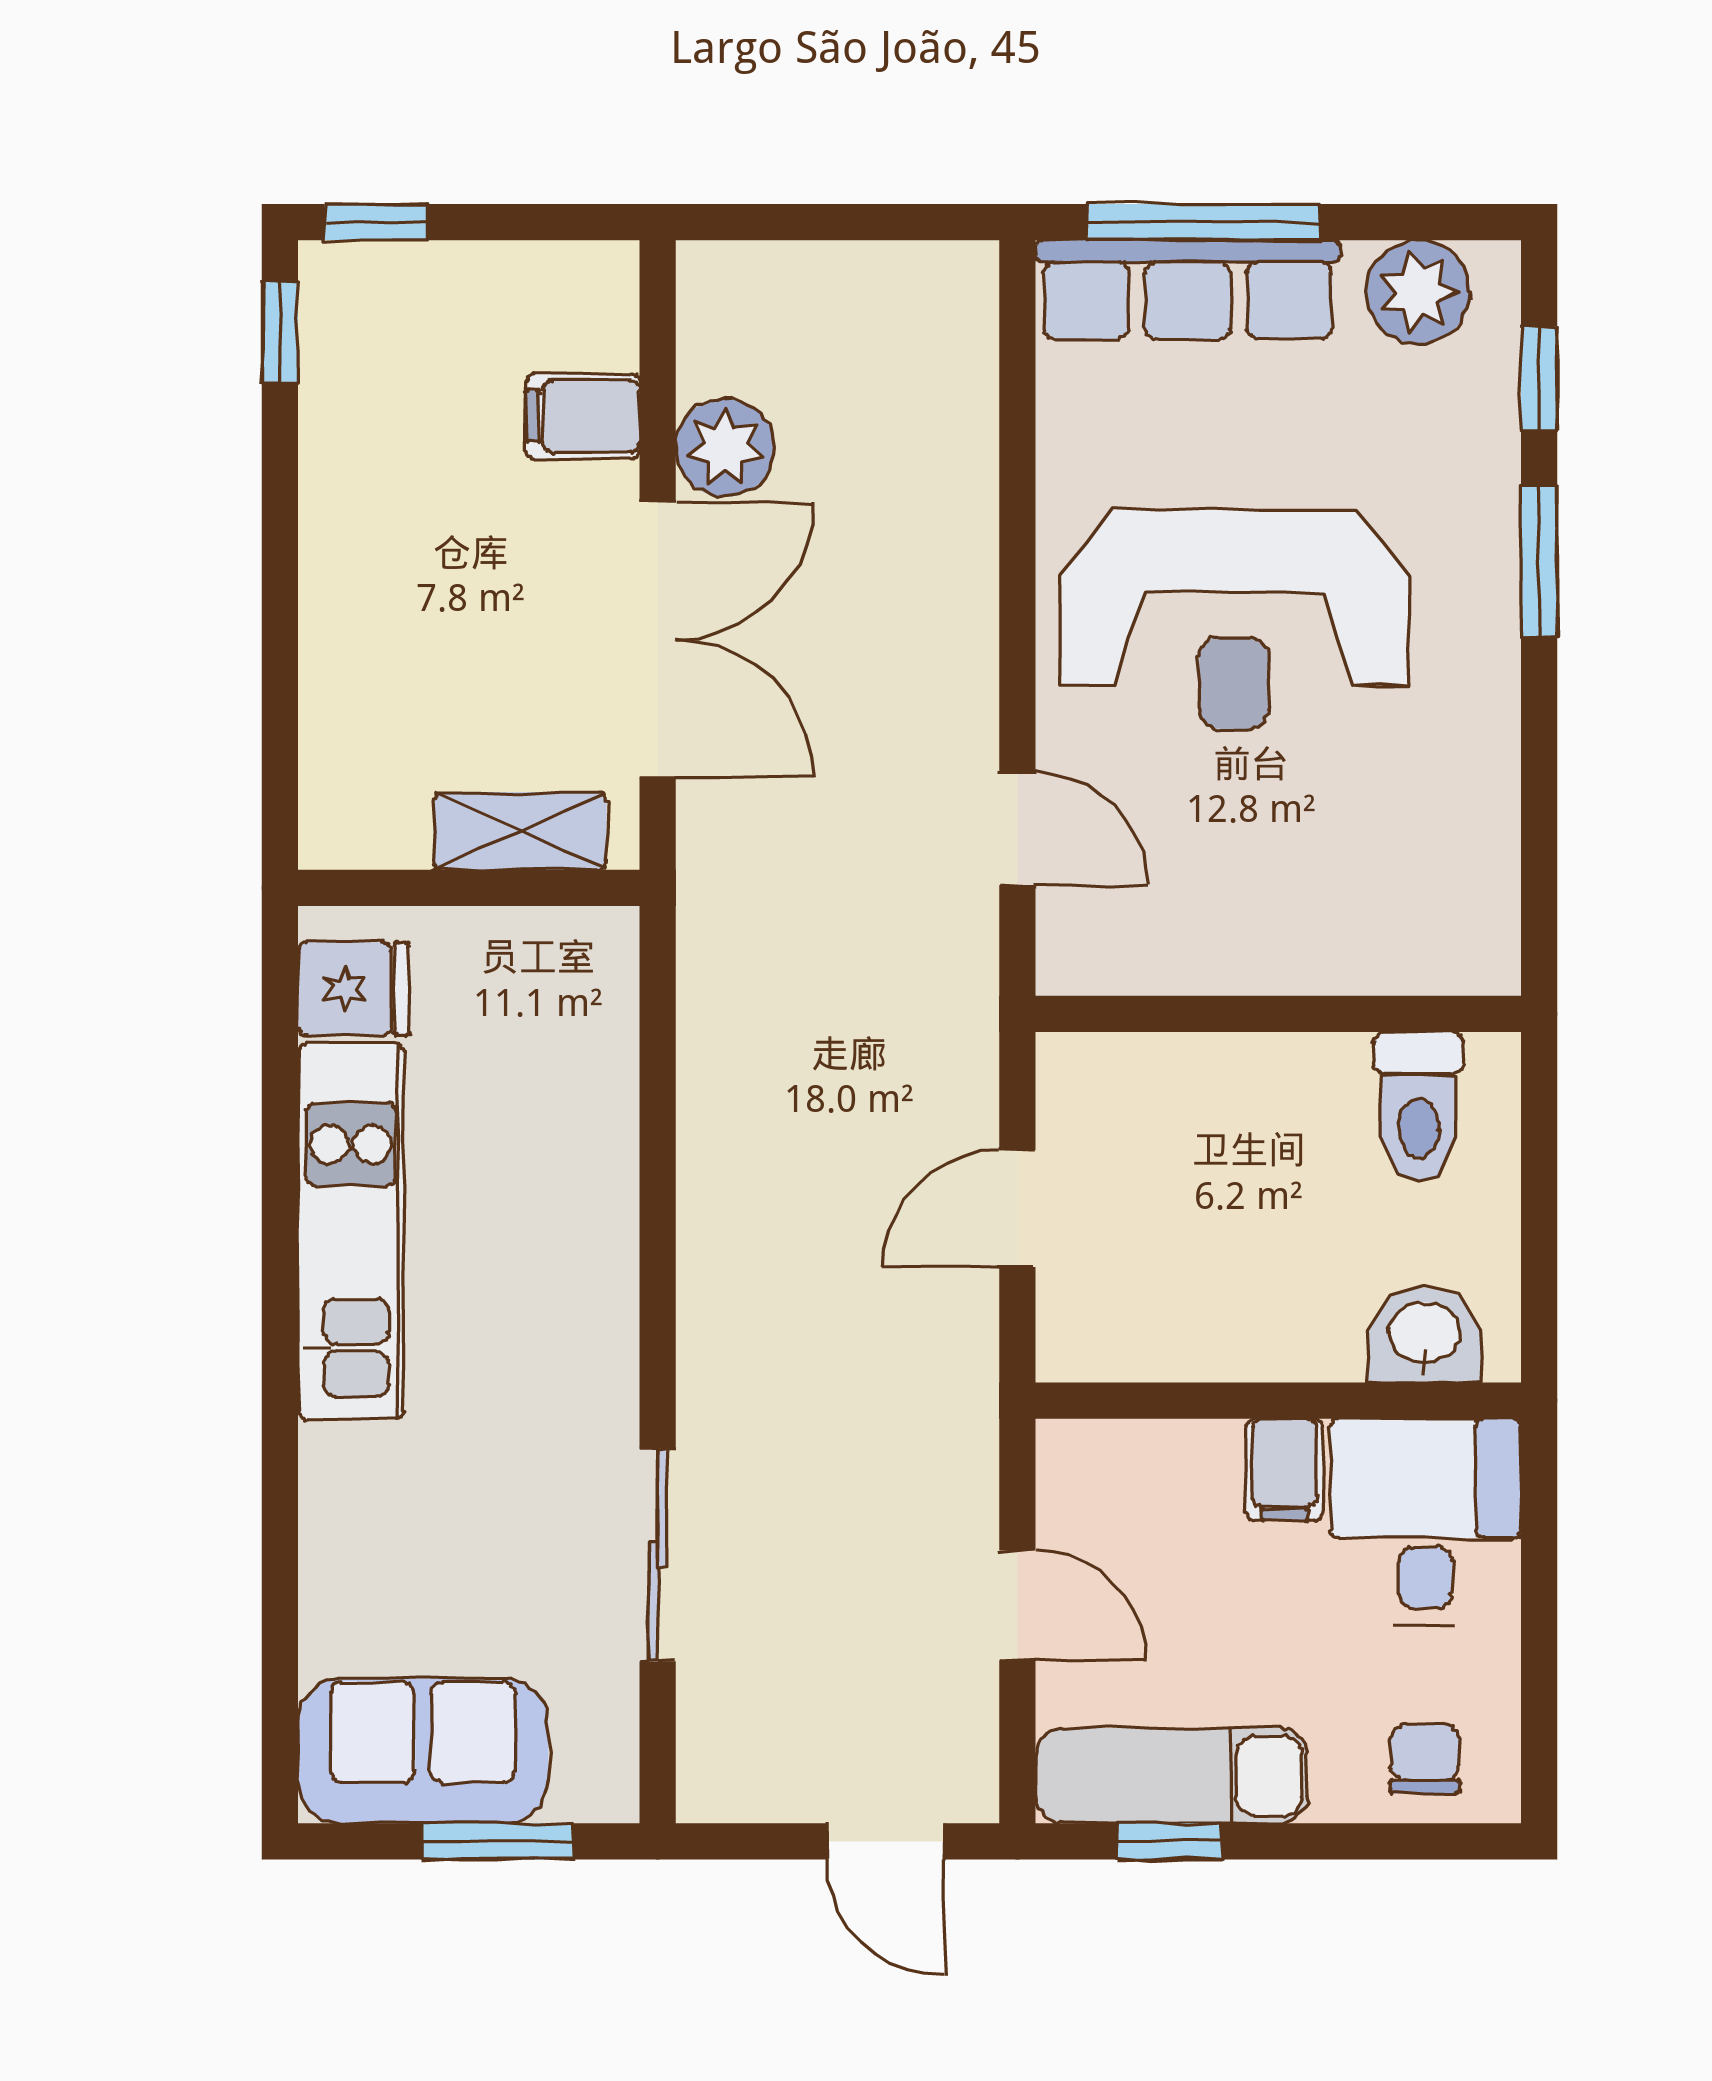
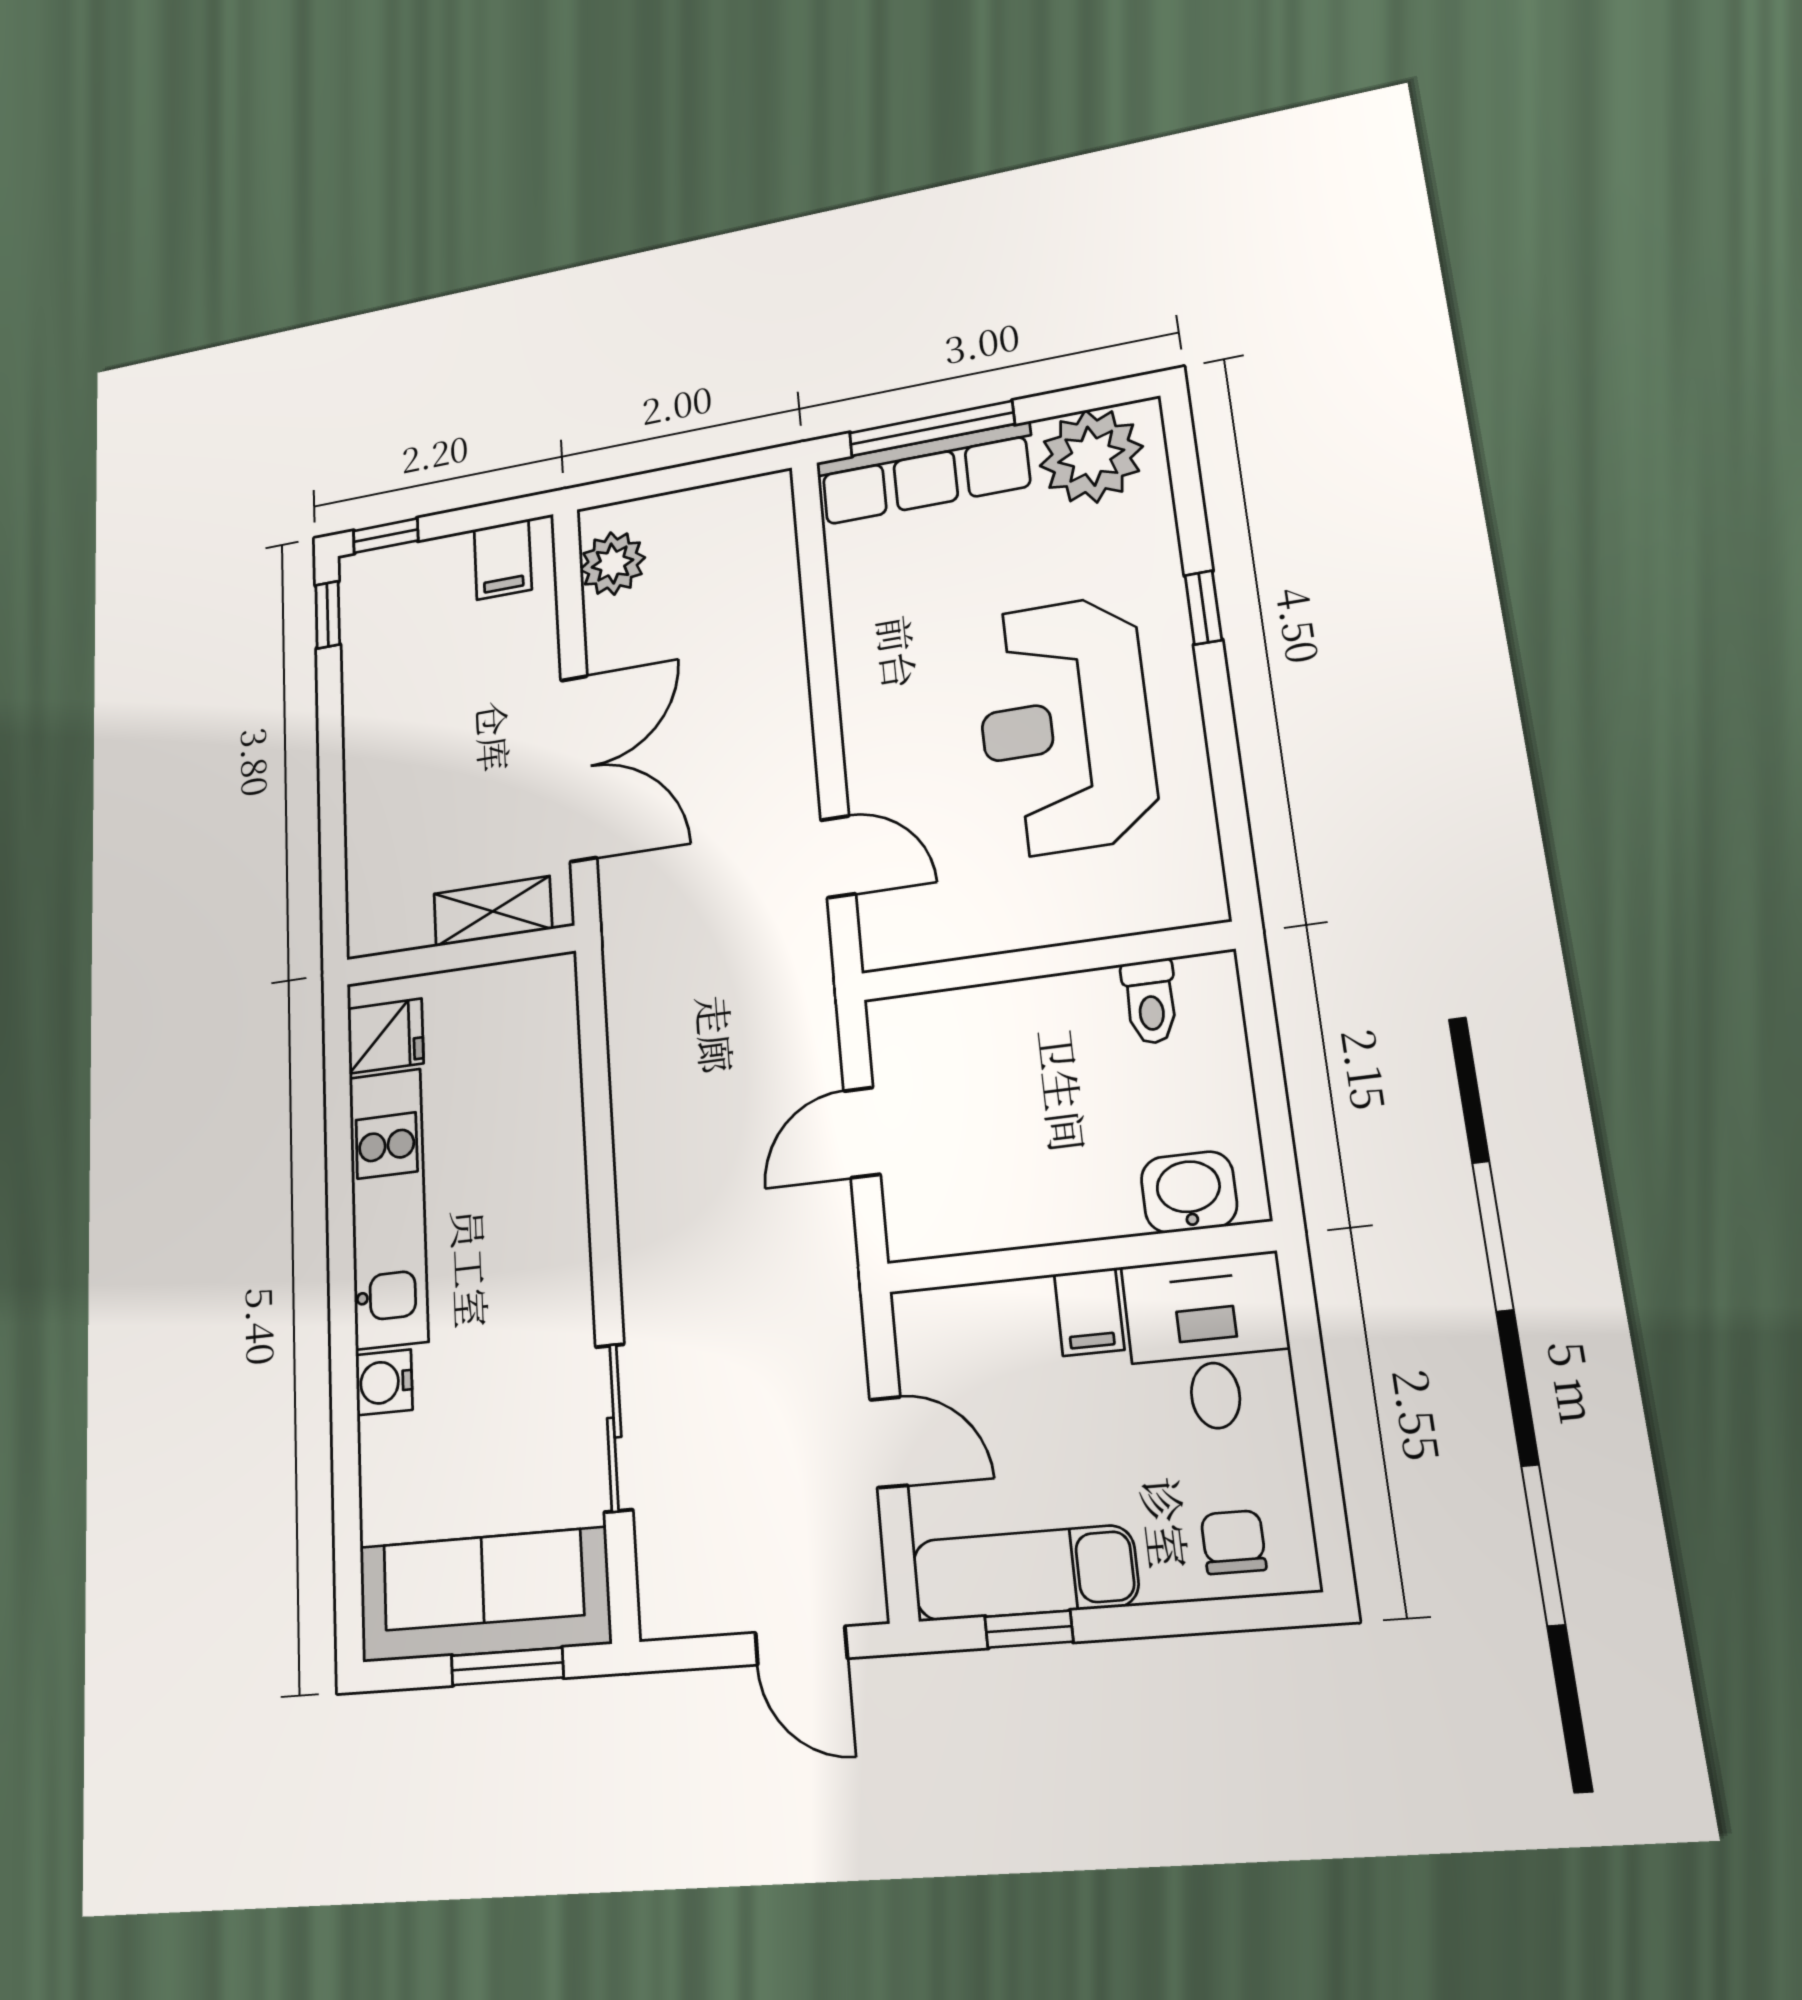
plant: (1418, 292) -> (1091, 456), width x1.36, depth x1.36
window: (1539, 378) -> (1186, 484), removed
filing cabinet: (583, 416) -> (503, 559), moved, turned -90
plant: (725, 448) -> (612, 563), moved
window: (1539, 561) -> (1203, 608), width x0.67
reception desk: (1234, 619) -> (1065, 725), moved, turned 90
toilet: (1419, 1107) -> (1150, 1002), width x0.73, depth x0.72
water cooler: (338, 1467) -> (384, 1382), added
sofa: (423, 1751) -> (483, 1595), width x1.36

